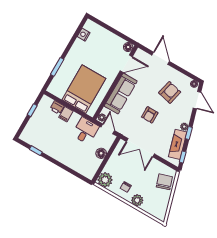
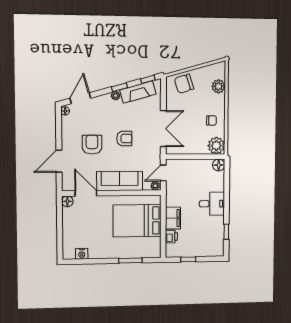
armchair: (170, 92) -> (92, 145), moved, turned 77
filing cabinet: (66, 114) -> (173, 218), width x2.00
desk: (85, 131) -> (212, 204), moved, turned 180
floor lamp: (101, 153) -> (219, 165), moved
plant: (137, 200) -> (218, 86), moved

